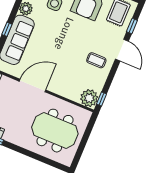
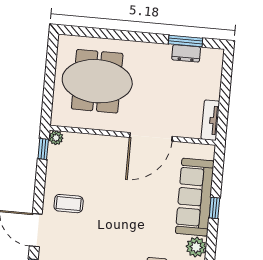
plant: (89, 98) -> (56, 138), width x0.53, depth x0.53

